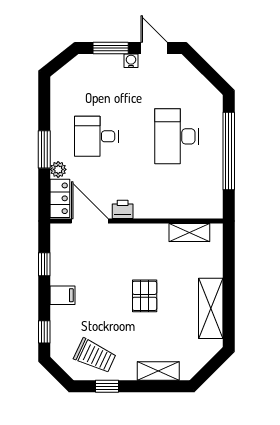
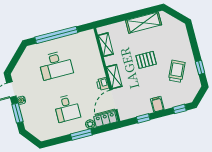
trolley: (95, 356) -> (177, 71), moved
shelving: (158, 371) -> (114, 77), moved

